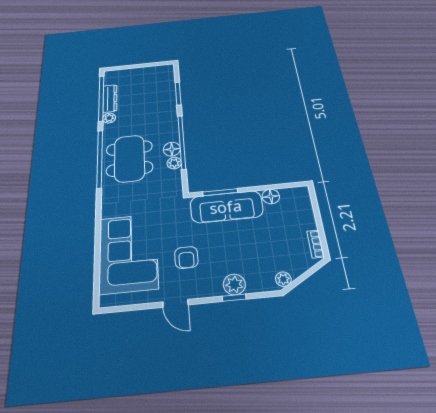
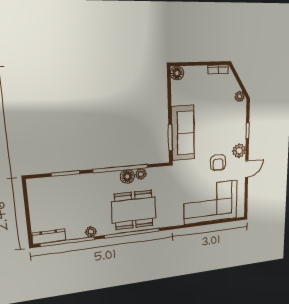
dresser: (110, 98) -> (49, 237), moved
floor lamp: (271, 196) -> (177, 73), moved
armchair: (186, 257) -> (218, 163), turned 90
plant: (234, 284) -> (239, 151), moved

